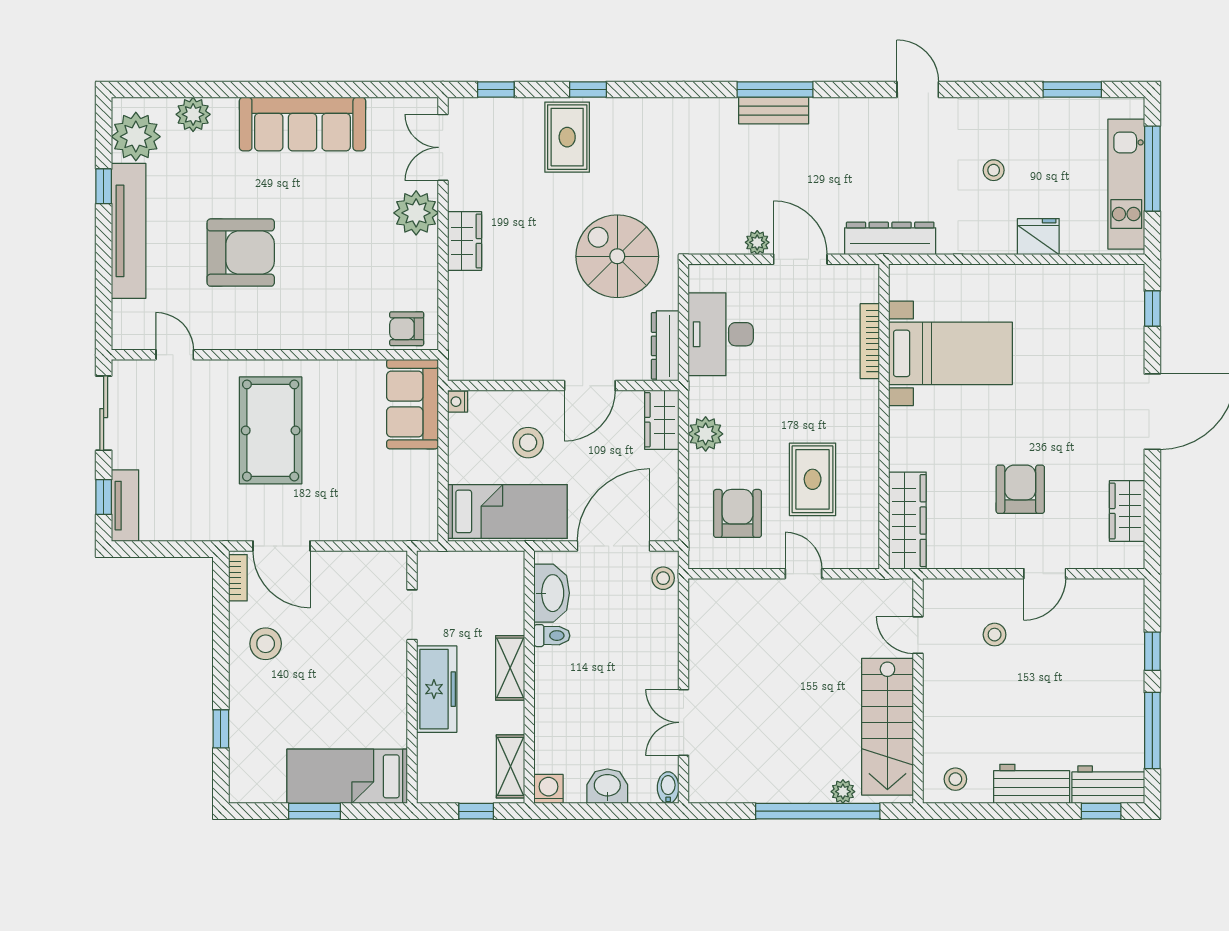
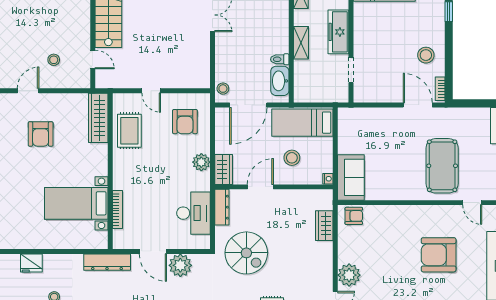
wardrobe: (465, 241) -> (324, 226), moved
plant: (757, 242) -> (180, 265), width x1.88, depth x1.88
pool table: (271, 430) -> (442, 166), moved
rug: (813, 479) -> (129, 131), moved

